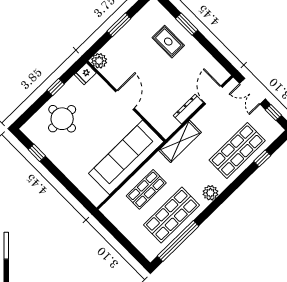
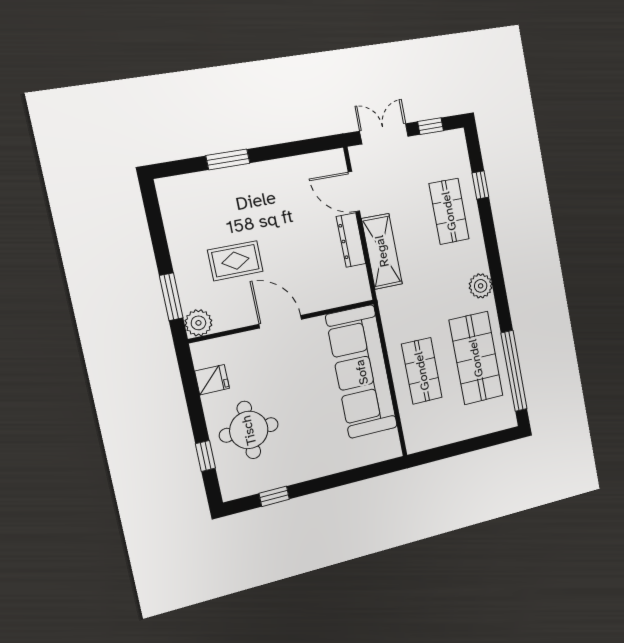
window: (119, 25) -> (171, 297), moved
rug: (168, 42) -> (235, 261), moved
fridge: (85, 74) -> (212, 380), moved, turned -90
window: (56, 87) -> (205, 456), moved
double door: (253, 91) -> (384, 134), swing flipped
shelving: (180, 141) -> (382, 251), moved
shop shelf: (237, 150) -> (449, 211), width x0.70, depth x0.74

